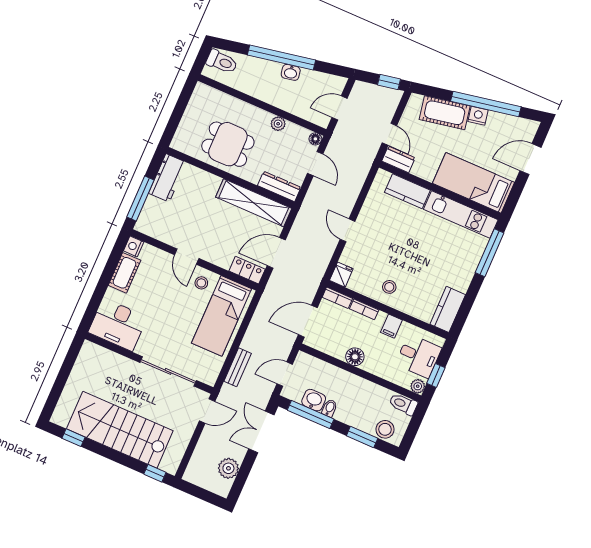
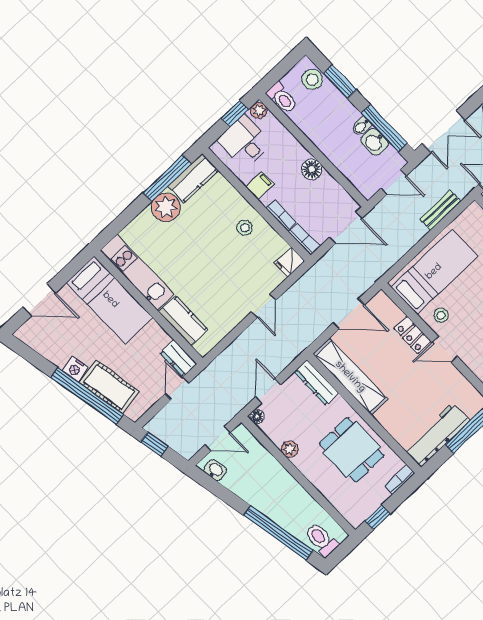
window: (282, 58) -> (278, 533), moved
washbasin: (291, 72) -> (215, 470), moved
window: (184, 99) -> (378, 517), added
window: (486, 104) -> (87, 396), moved
bookcase: (179, 137) -> (400, 479), added
workbench: (168, 178) -> (437, 435), width x1.38
window: (490, 253) -> (167, 178), moved
door: (187, 257) -> (445, 350), swing flipped
locker: (247, 270) -> (412, 335), moved
plant: (460, 277) -> (166, 207), added

